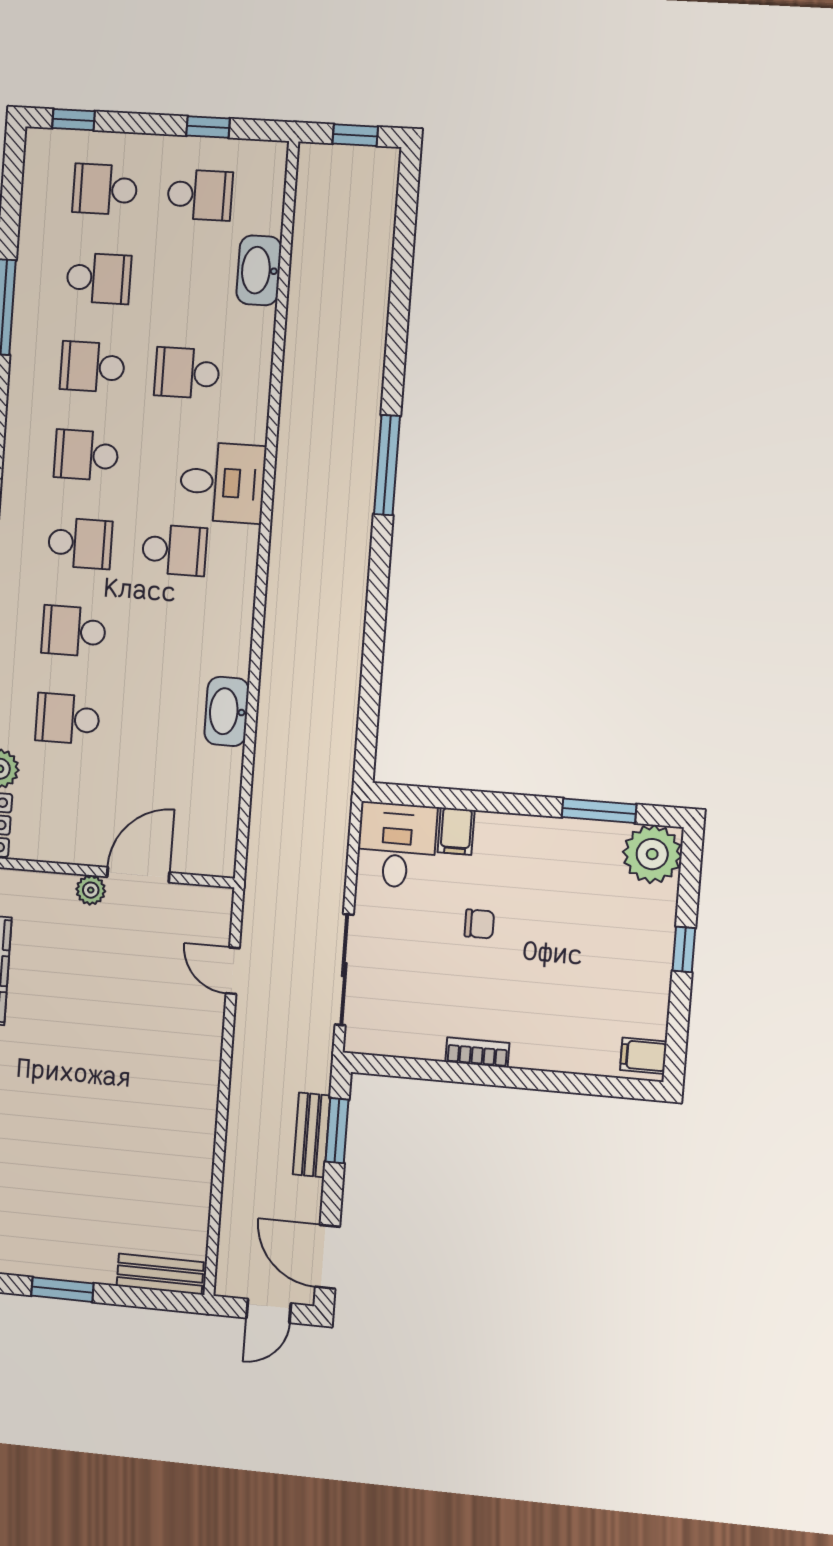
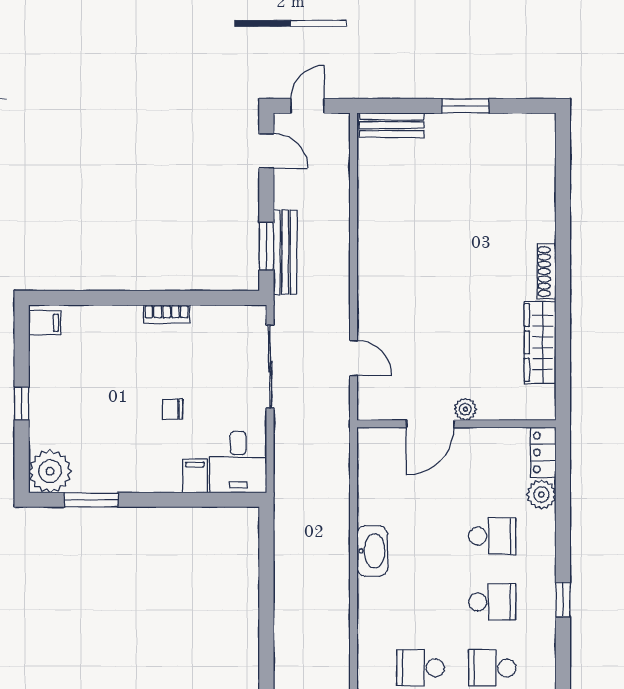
bench: (312, 1135) -> (285, 252), width x1.36
door: (328, 1257) -> (266, 151), width x0.73

